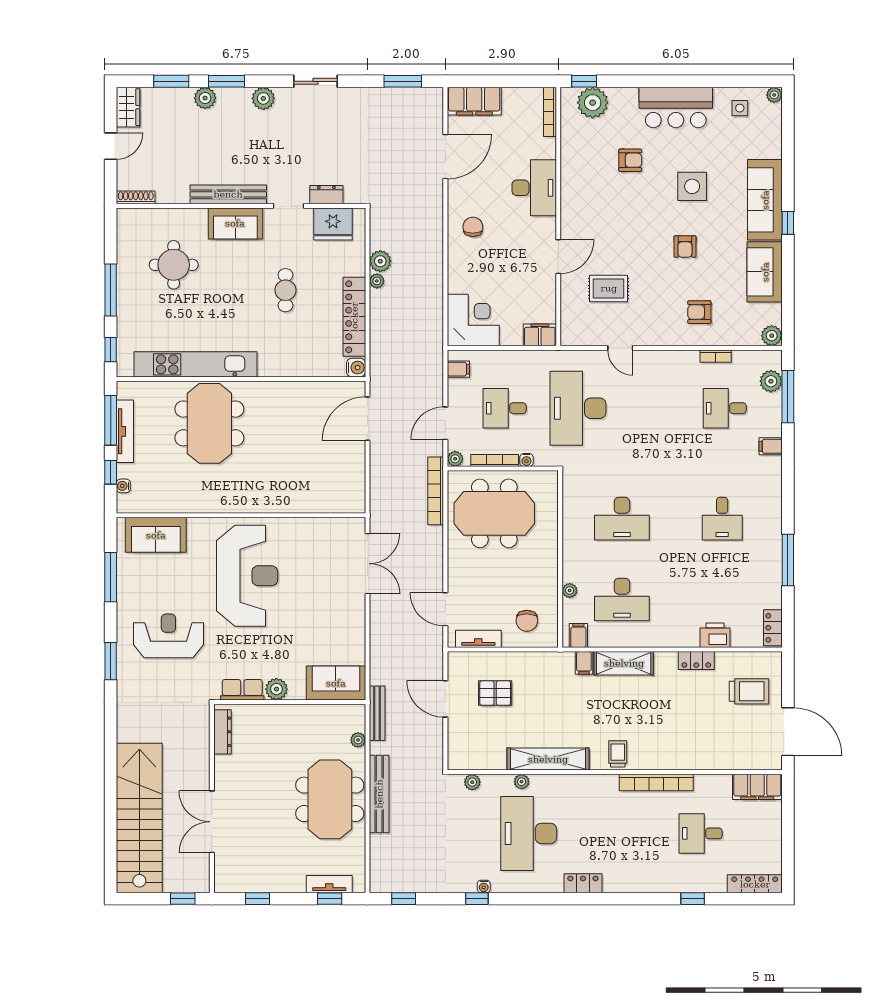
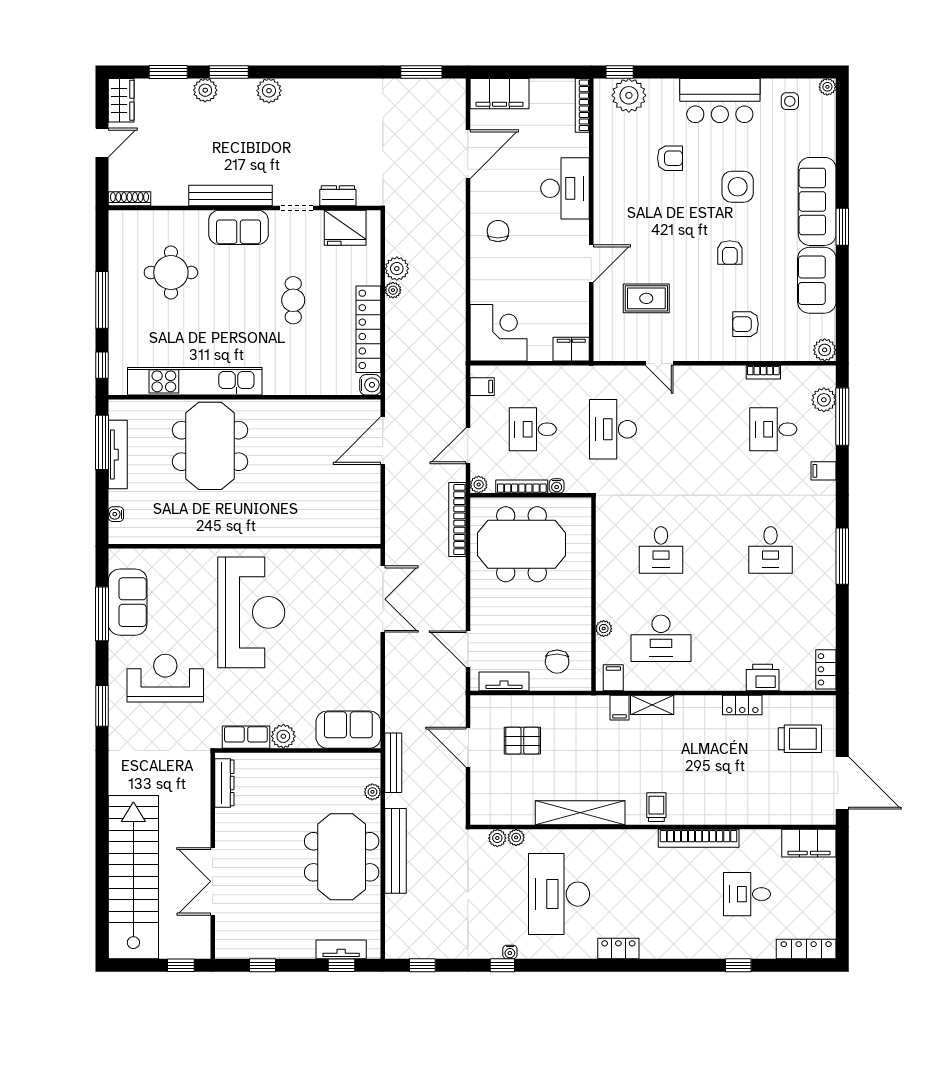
sliding door: (315, 81) -> (326, 72), removed
window: (788, 223) -> (842, 227), width x1.50
desk: (578, 408) -> (613, 429), width x0.73, depth x0.77
window: (111, 472) -> (102, 499), removed
desk: (622, 519) -> (661, 550), width x0.73
sofa: (156, 535) -> (128, 602), moved, turned -90
window: (788, 560) -> (842, 556), moved
shelving: (624, 663) -> (652, 705), width x0.67, depth x0.75
plant: (522, 782) -> (516, 837), moved

